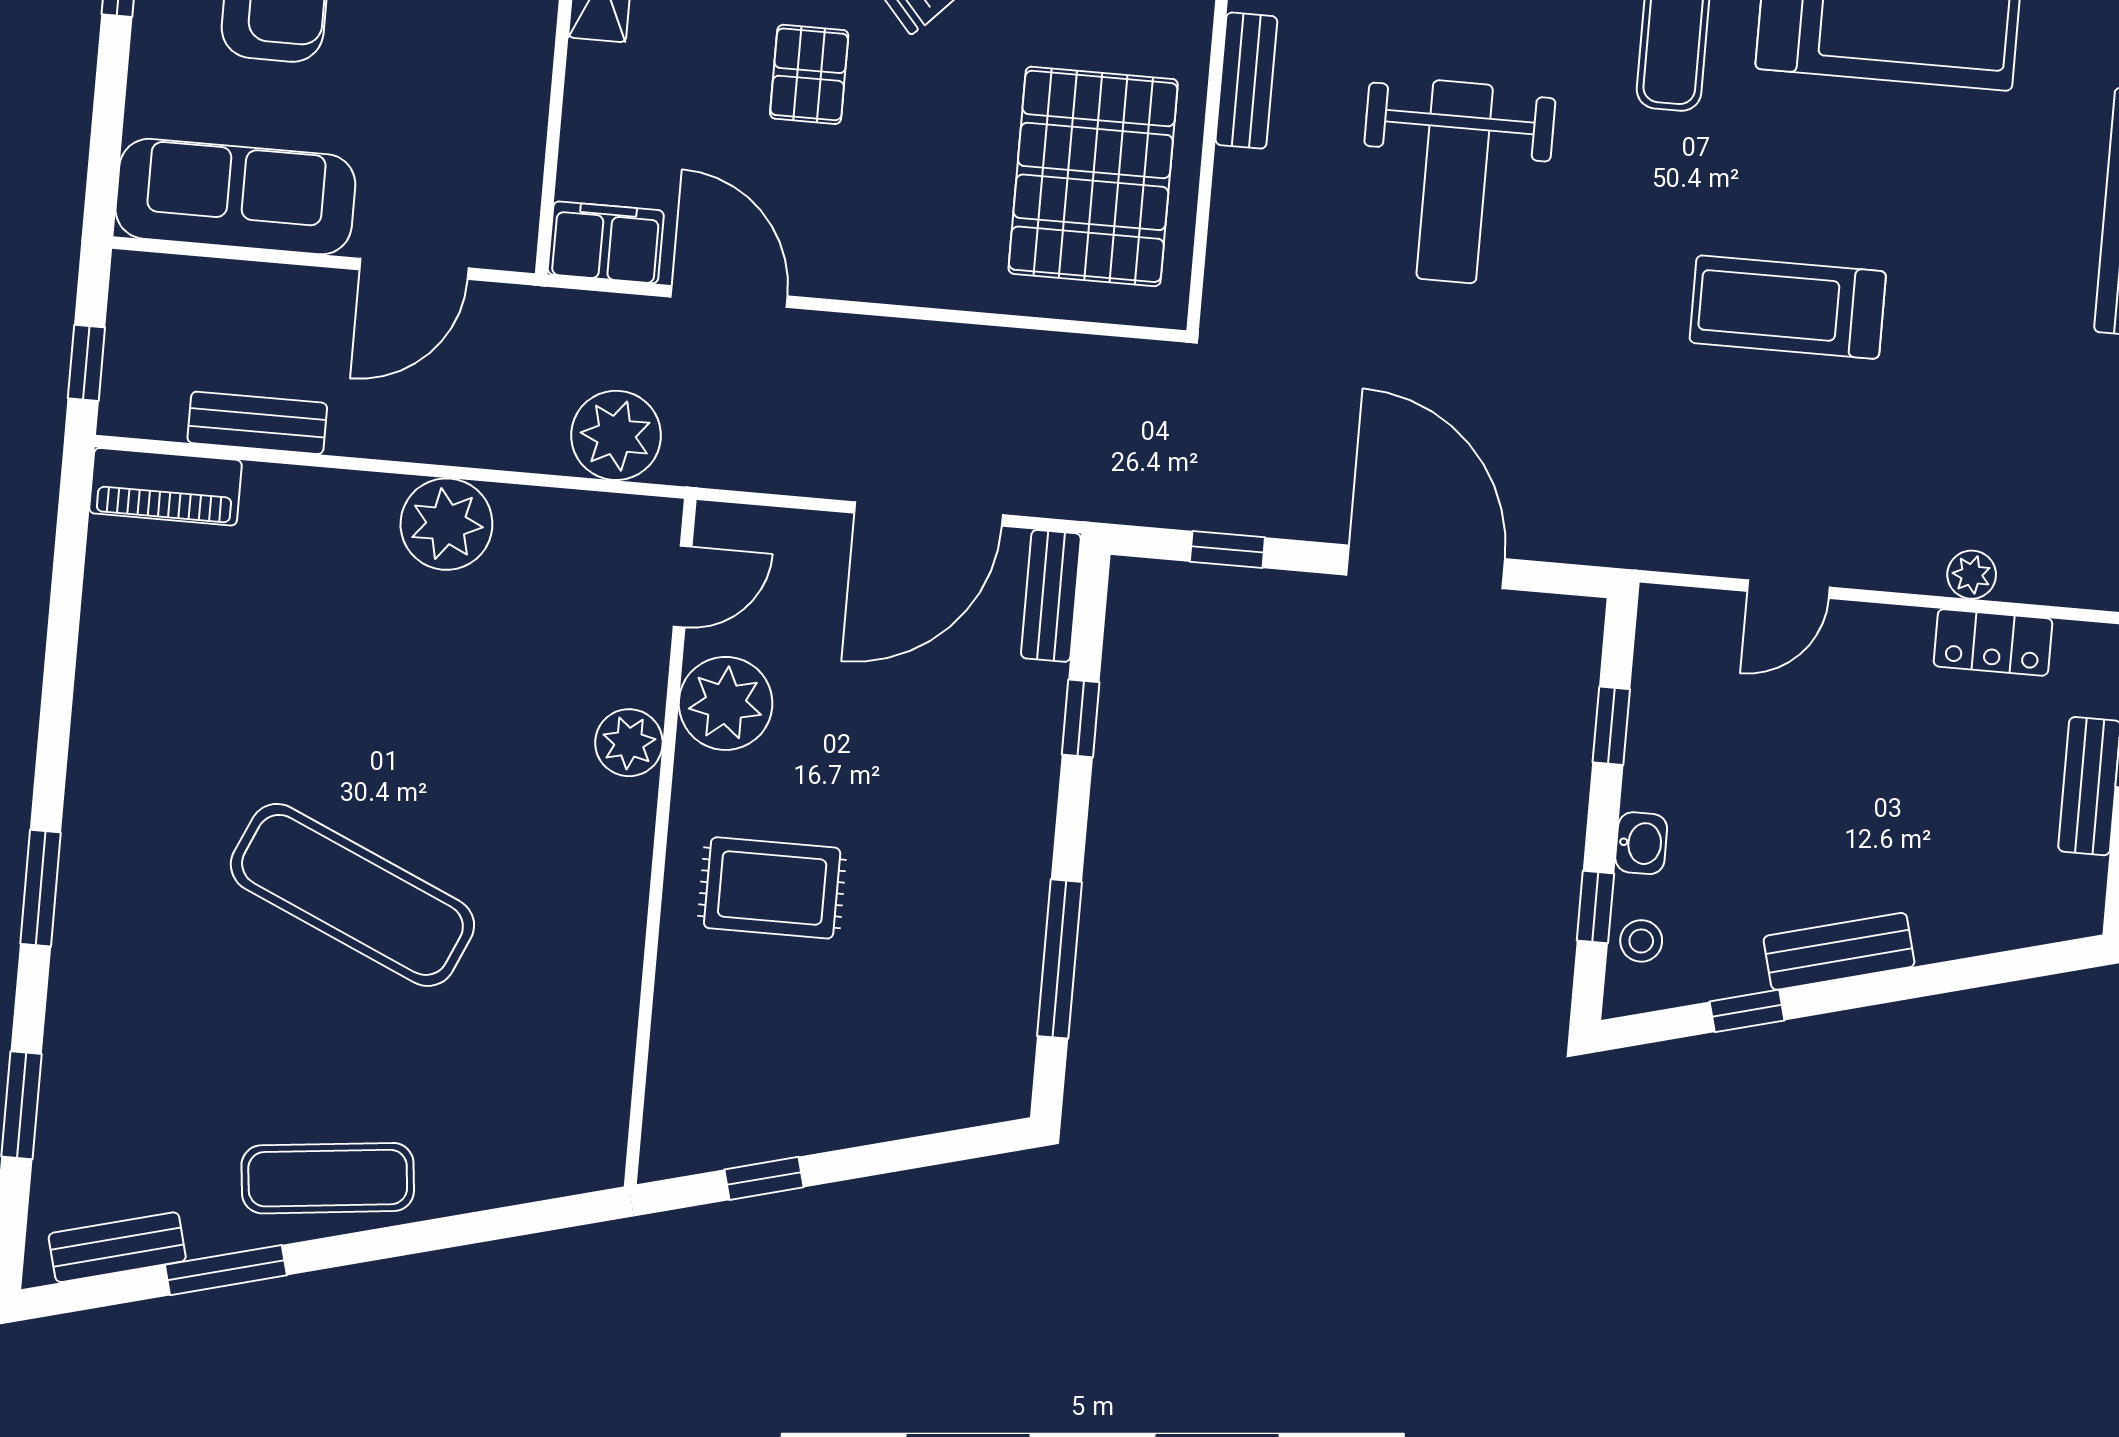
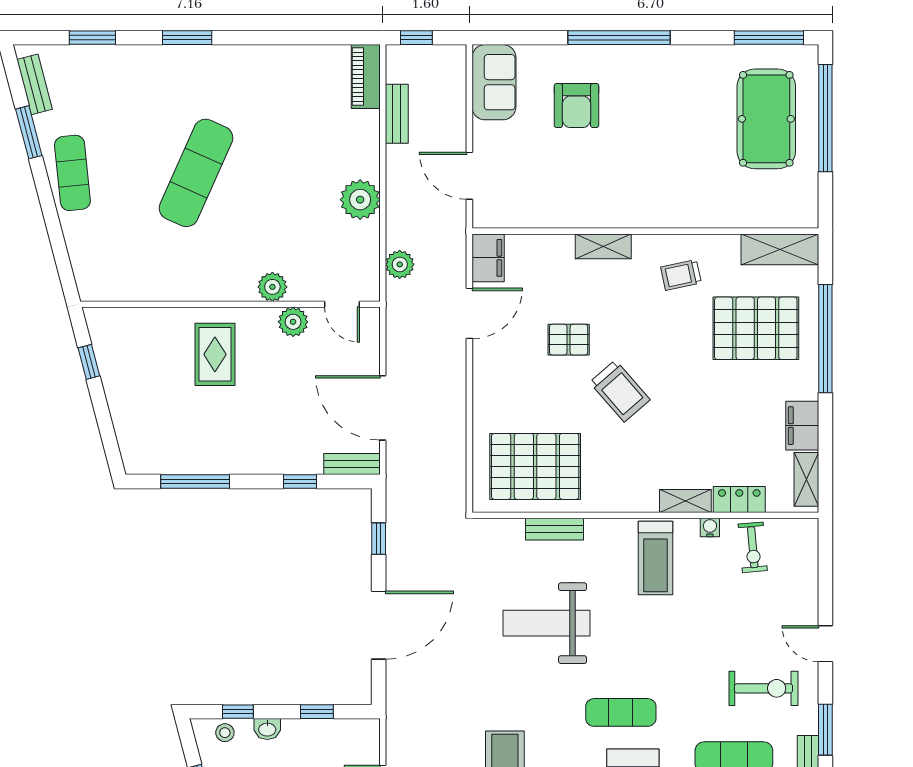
bench: (1246, 81) -> (554, 529), moved
sofa: (235, 197) -> (494, 82), width x0.73
plant: (616, 435) -> (400, 264), width x0.73, depth x0.73
plant: (726, 703) -> (293, 322), width x0.73, depth x0.73

